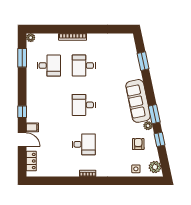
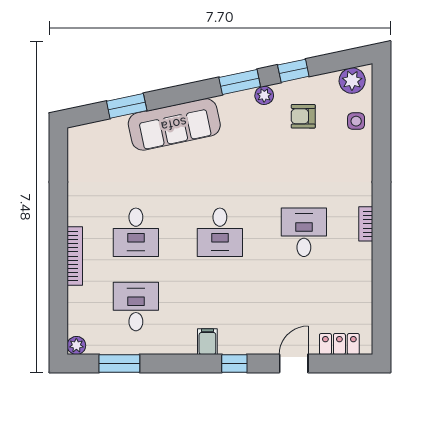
sofa: (138, 101) -> (174, 124), moved
filing cabinet: (32, 127) -> (207, 342), moved

